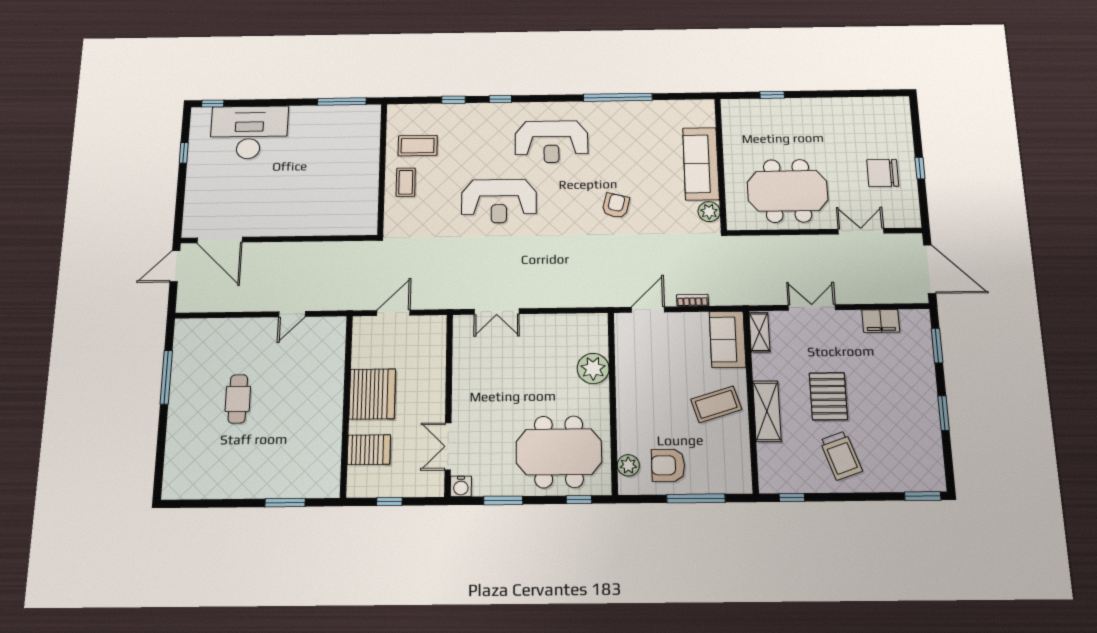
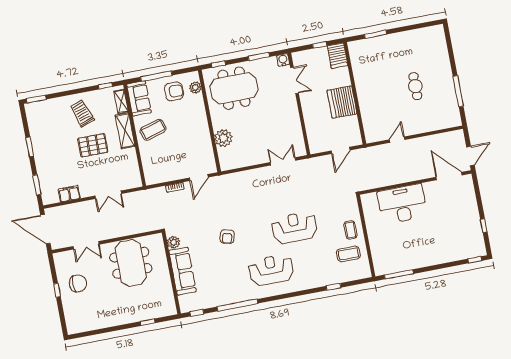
window: (500, 99) -> (197, 313), moved
desk: (249, 132) -> (402, 204), moved, turned 180
meeting table: (788, 191) -> (131, 263), turned 90
shelving: (759, 332) -> (121, 101), moved
sofa: (728, 339) -> (139, 98), moved
pallet: (828, 396) -> (93, 145), turned 90
server rack: (369, 450) -> (337, 56), moved, turned -90

